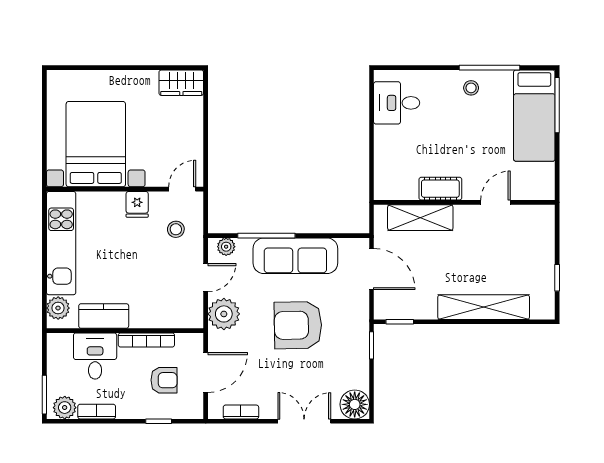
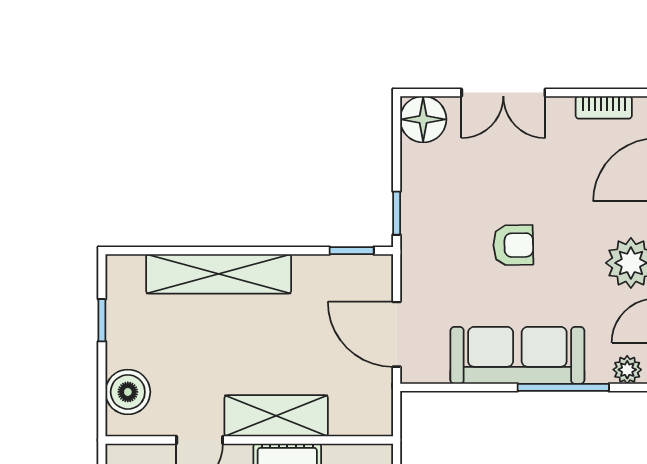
shelving: (420, 218) -> (276, 416), moved
boiler: (541, 233) -> (128, 392), added
armchair: (298, 325) -> (513, 245), width x0.53, depth x0.53

